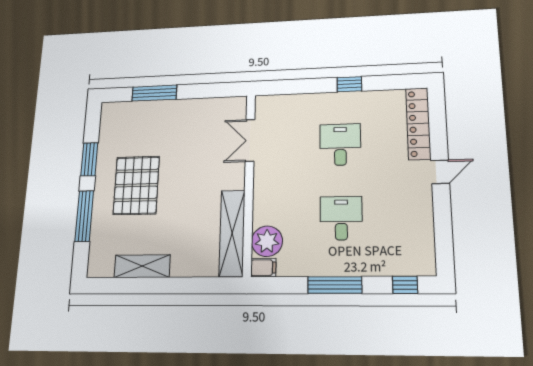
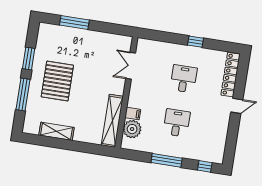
filing cabinet: (263, 268) -> (133, 114), moved

